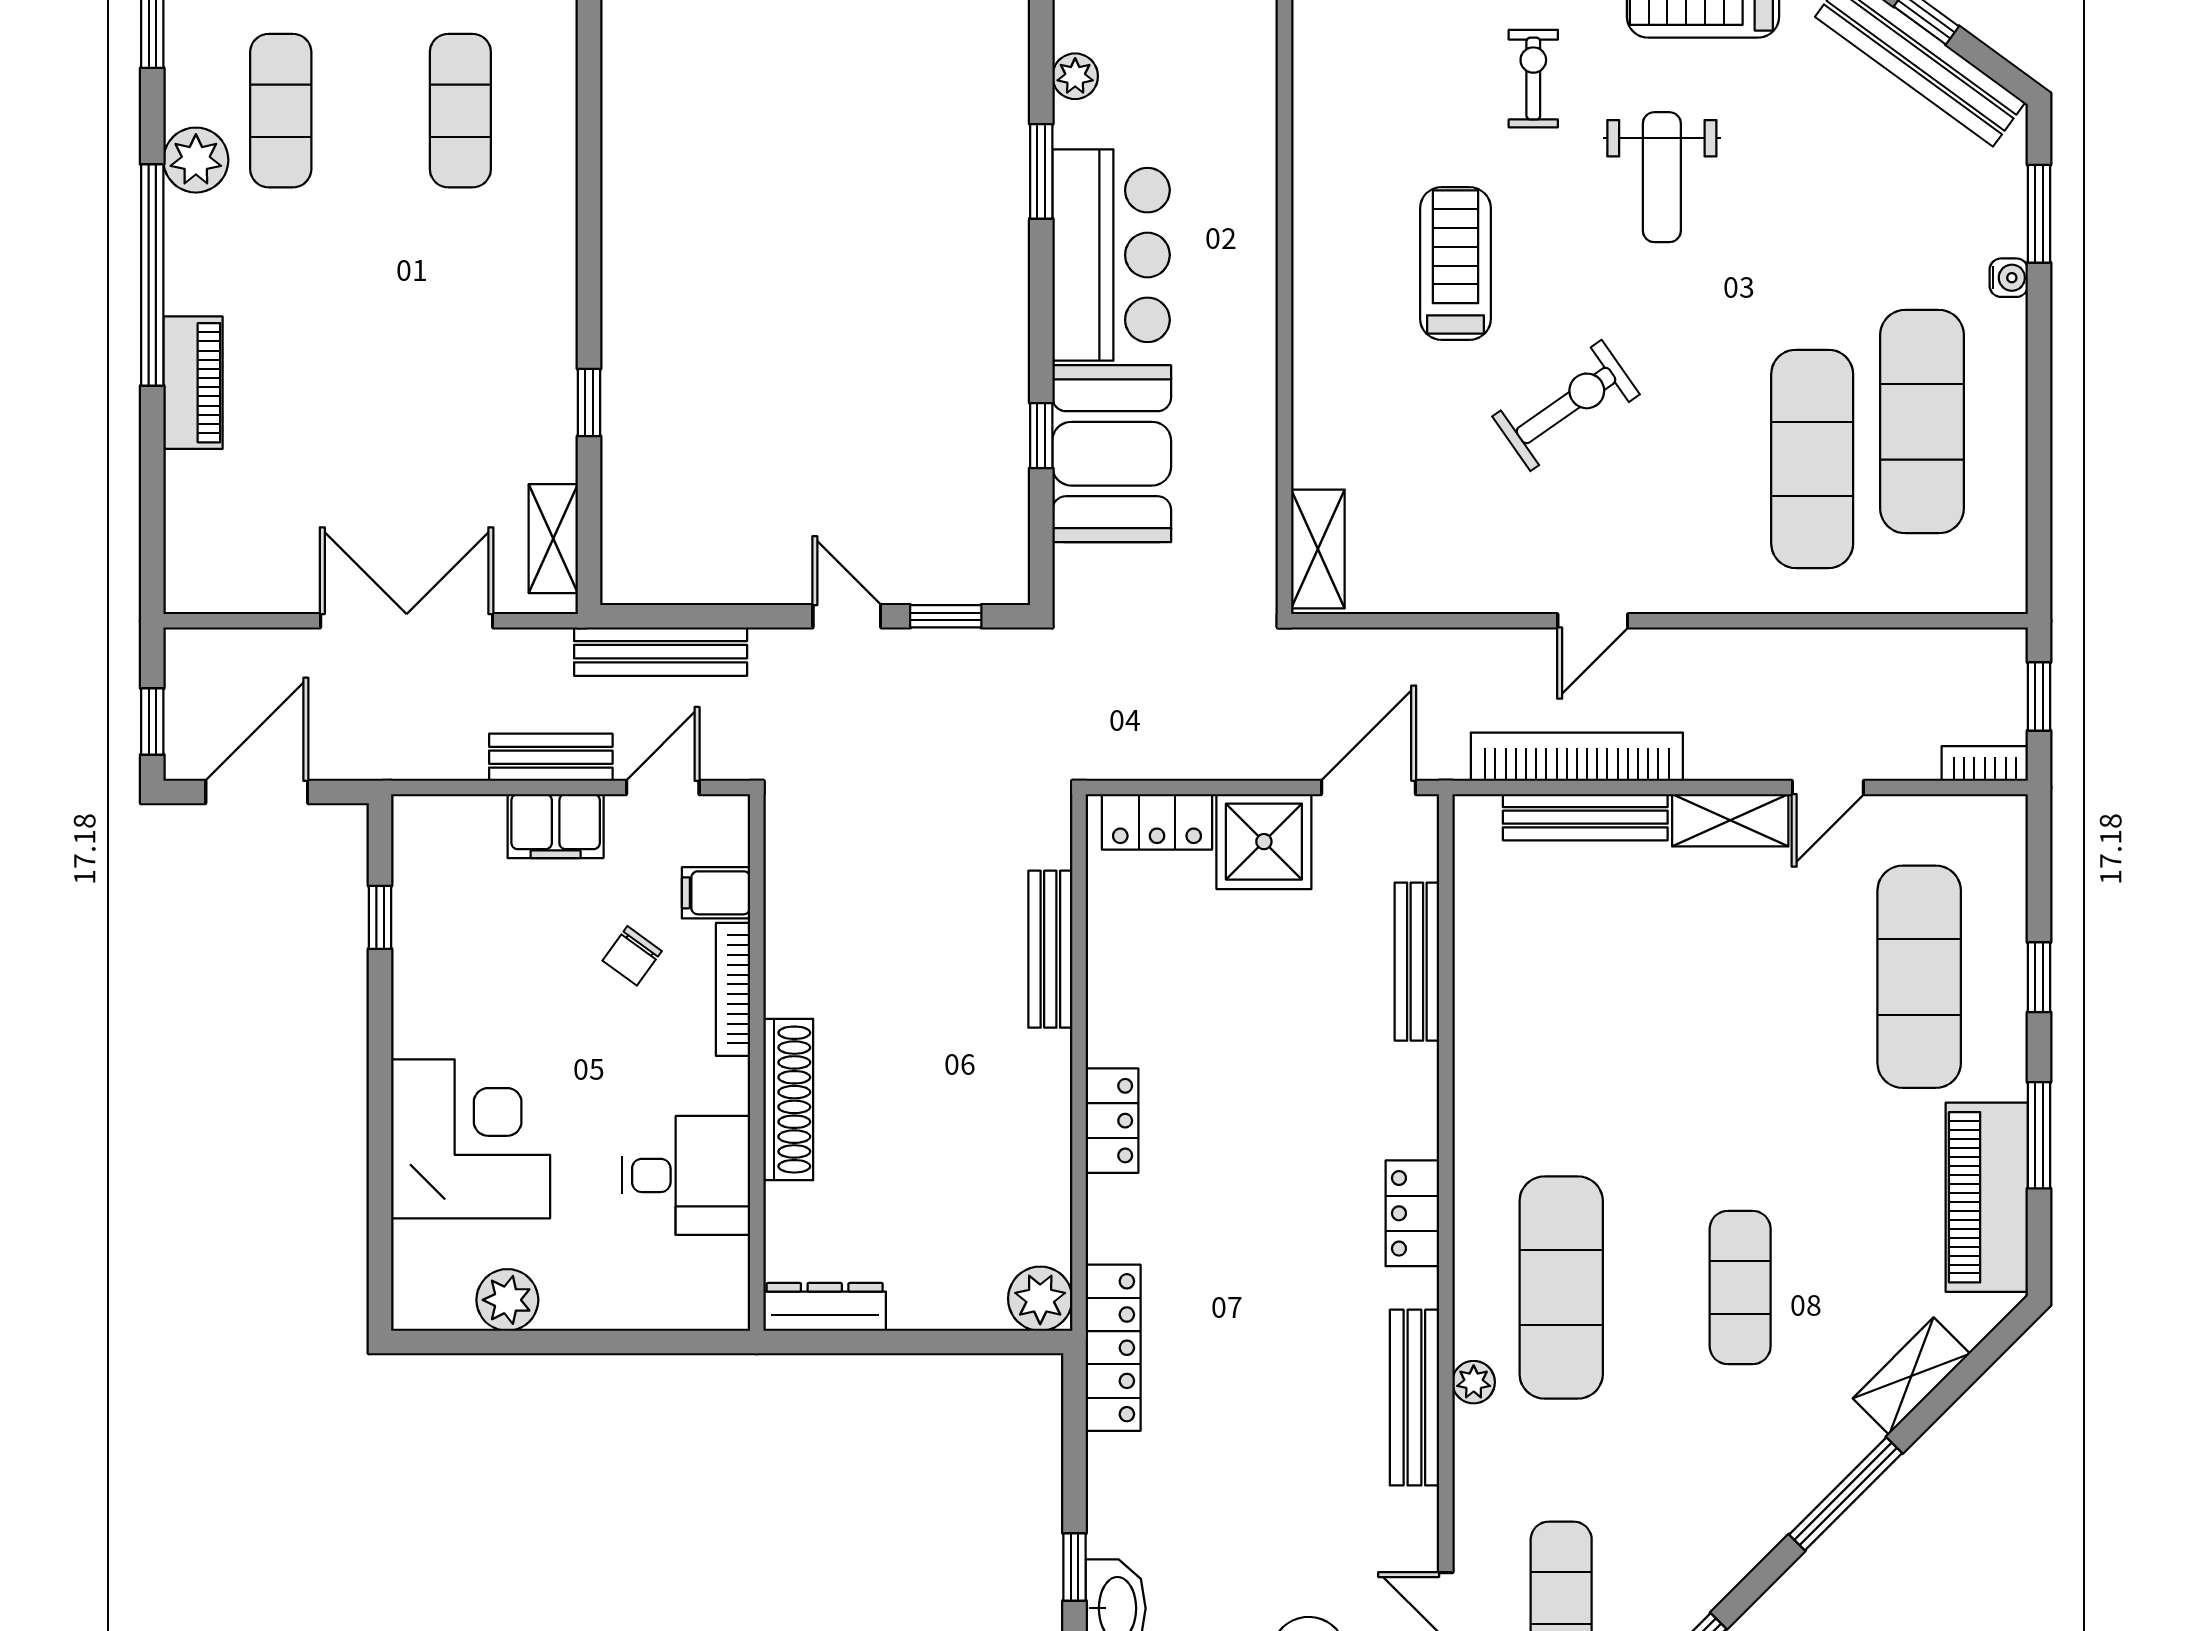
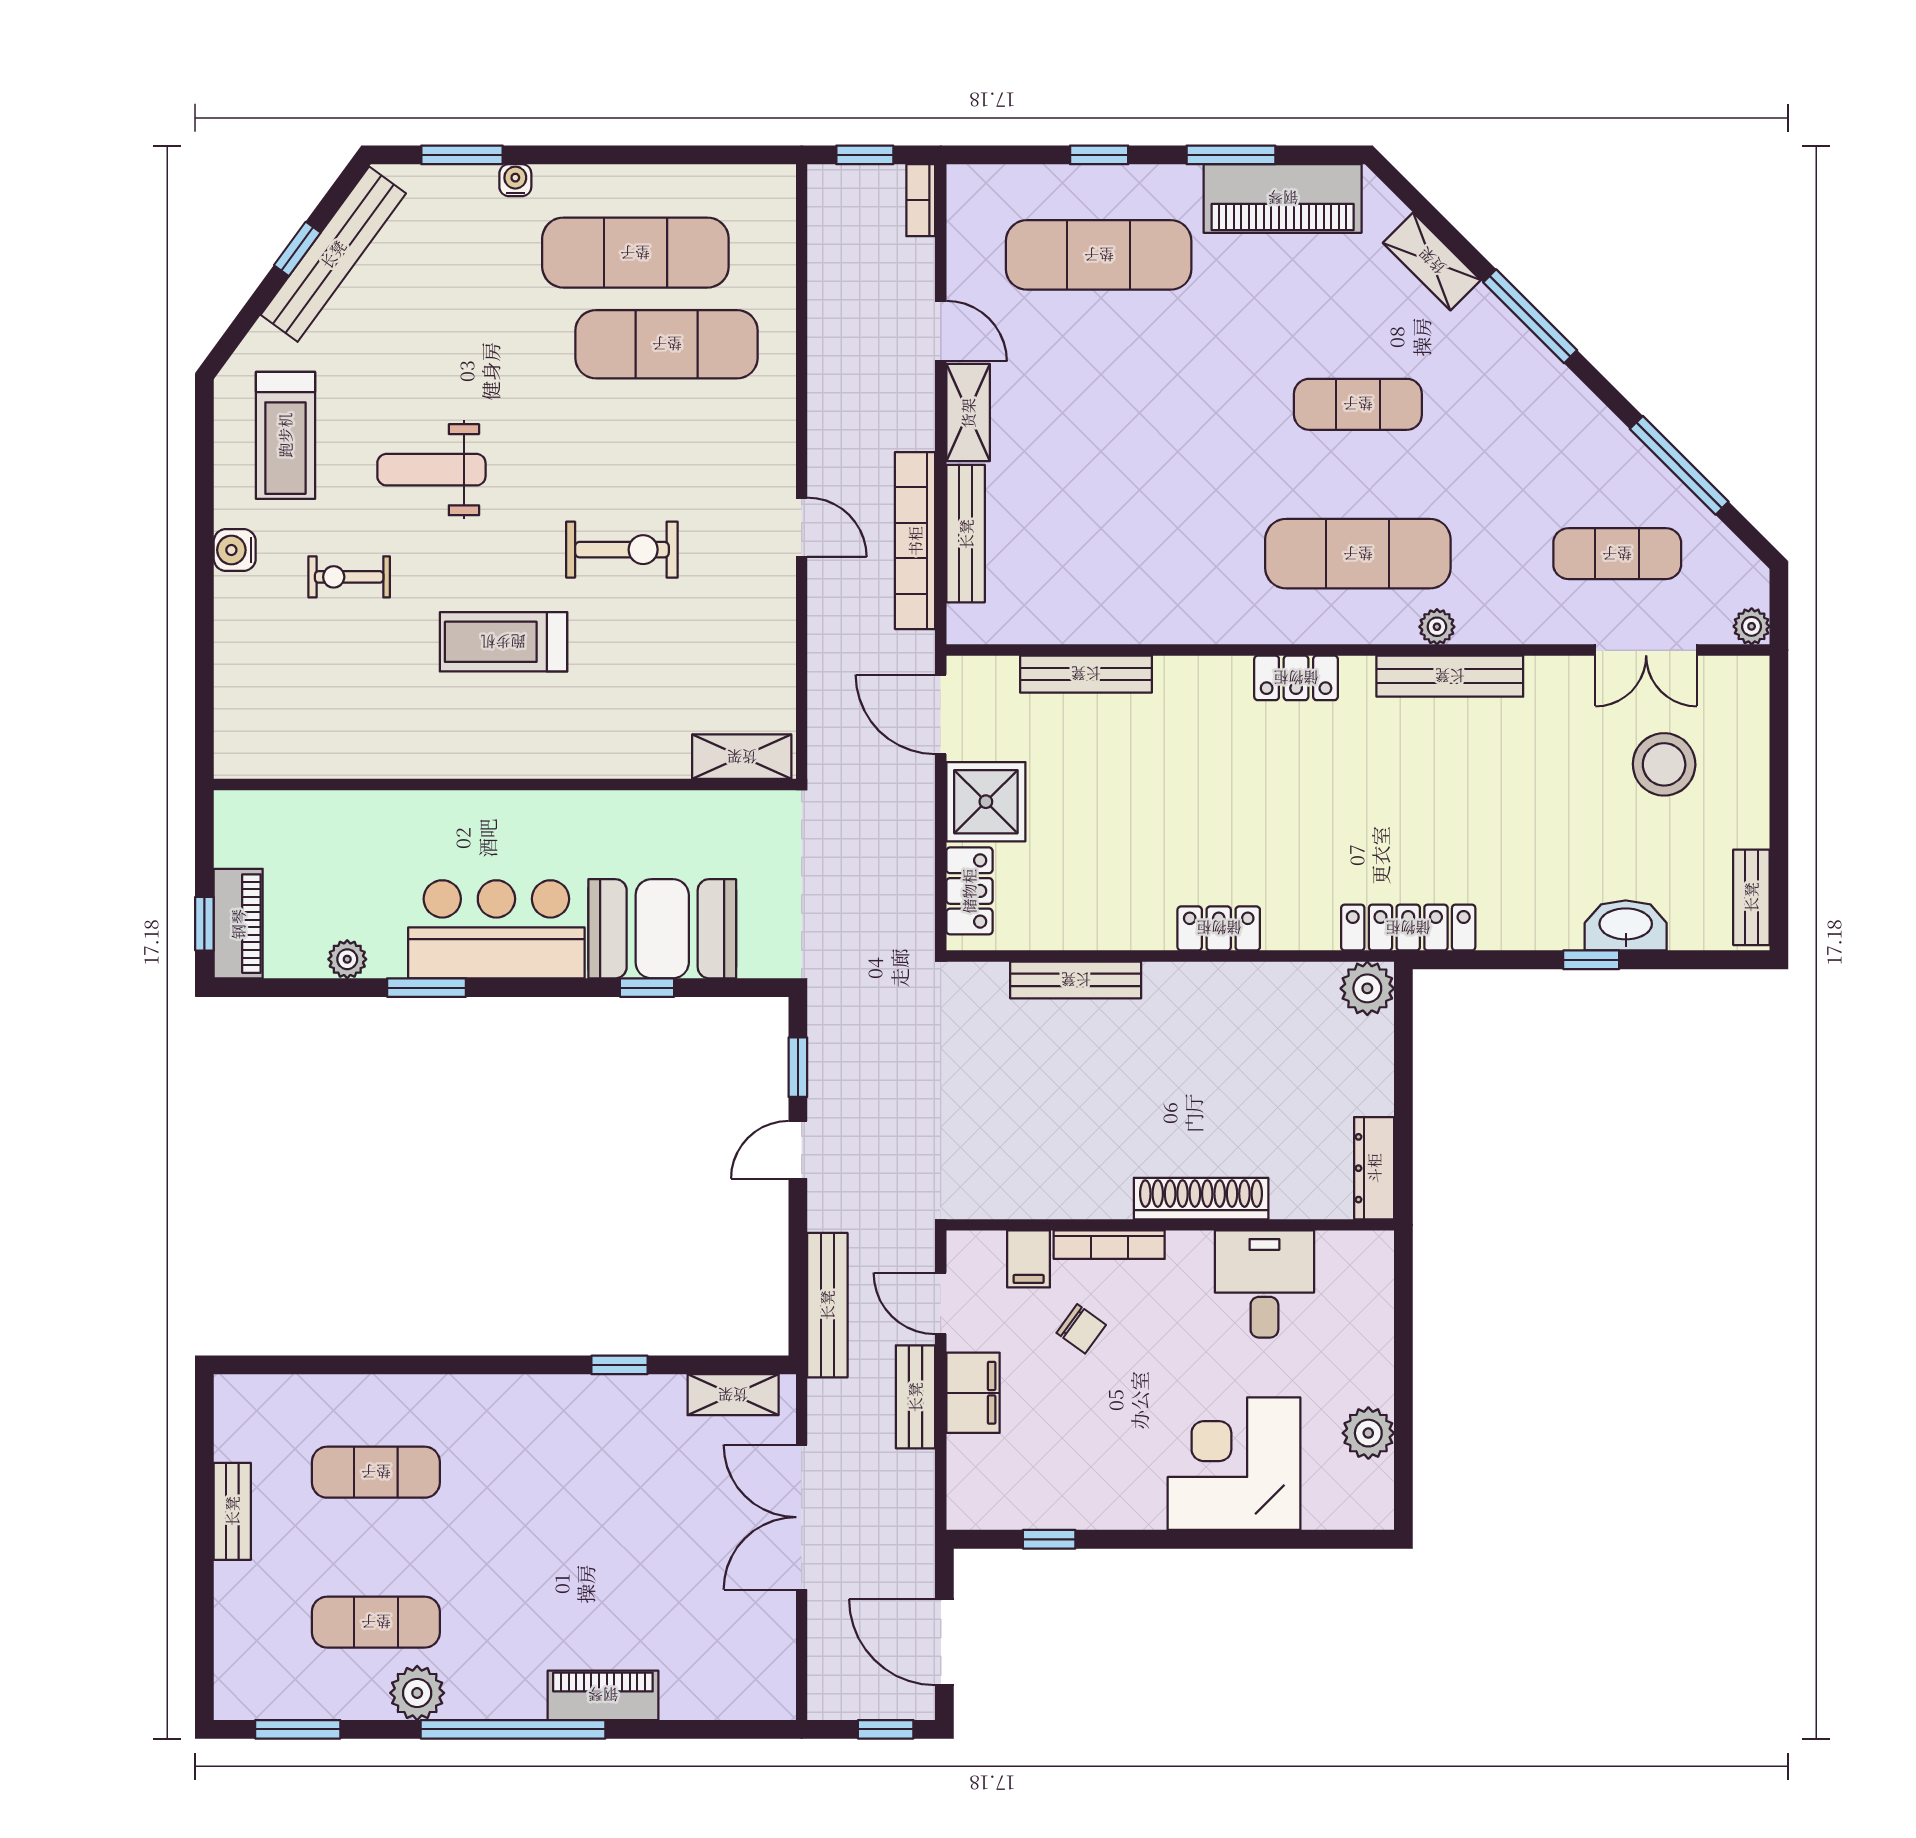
weight bench: (1662, 177) -> (431, 470), turned 180
exercise bike: (1566, 405) -> (622, 550), turned 125

